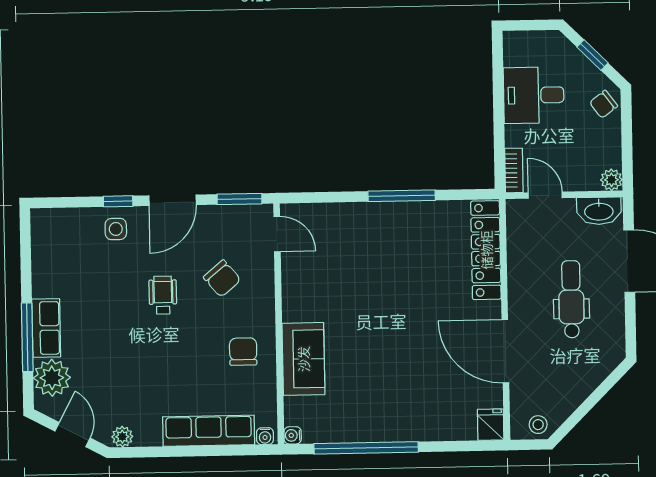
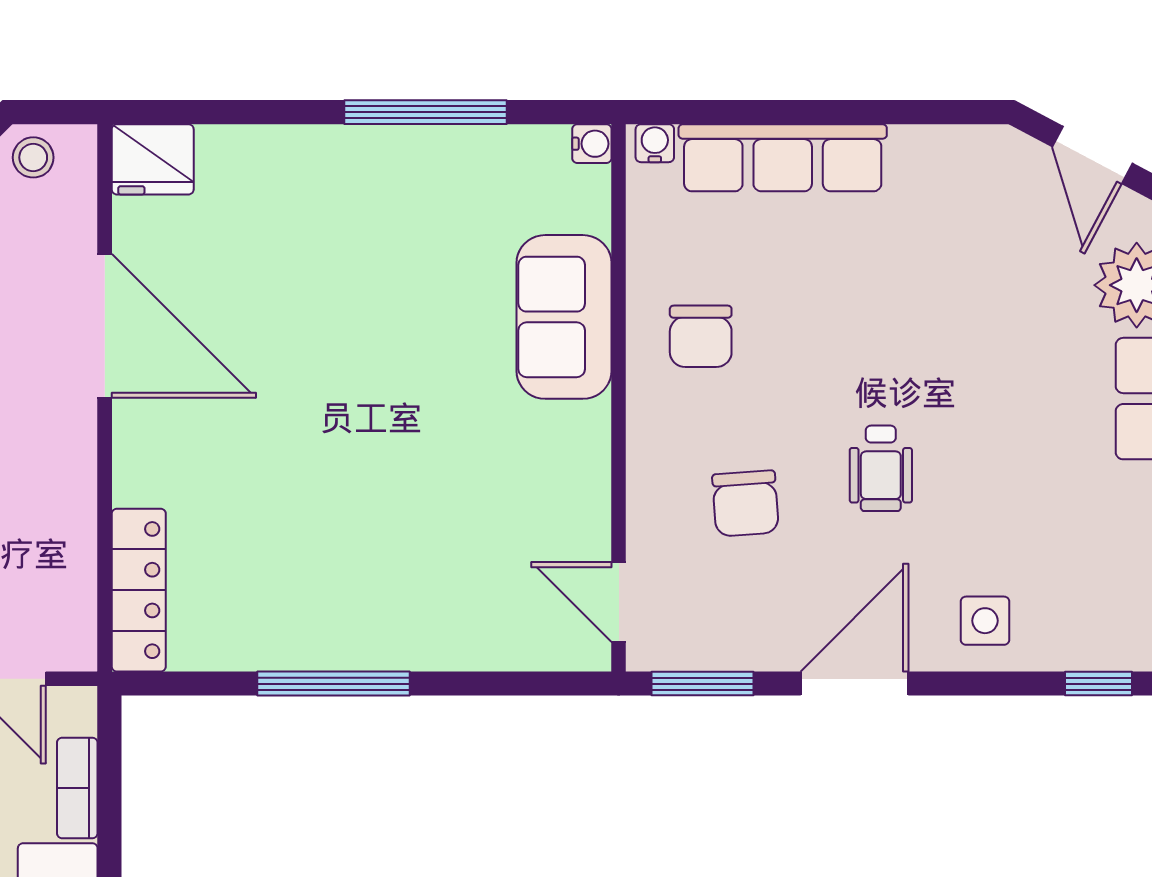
bookcase: (514, 170) -> (77, 788), moved
window: (118, 201) -> (1099, 684), moved
locker: (486, 250) -> (139, 590), width x0.71, depth x0.83
chair: (222, 279) -> (745, 503), turned -144
fridge: (491, 425) -> (153, 159), width x1.38
plant: (122, 437) -> (979, 148), removed
window: (366, 448) -> (425, 112), width x0.68

